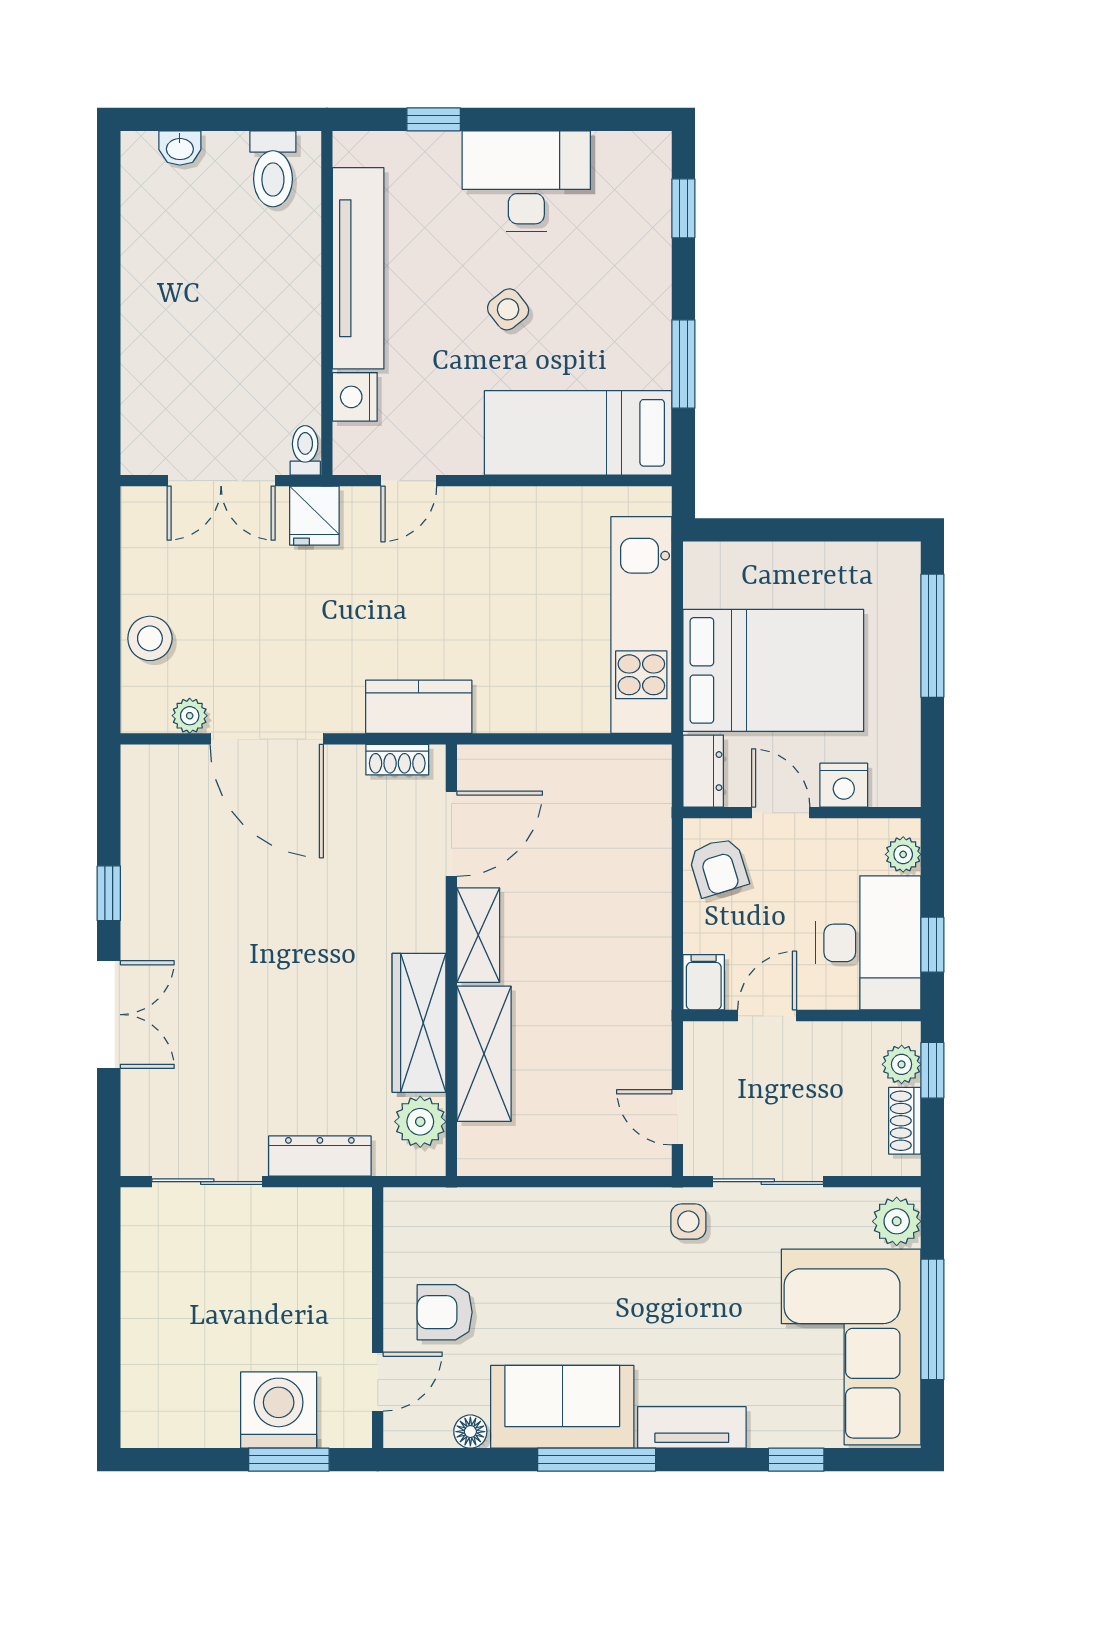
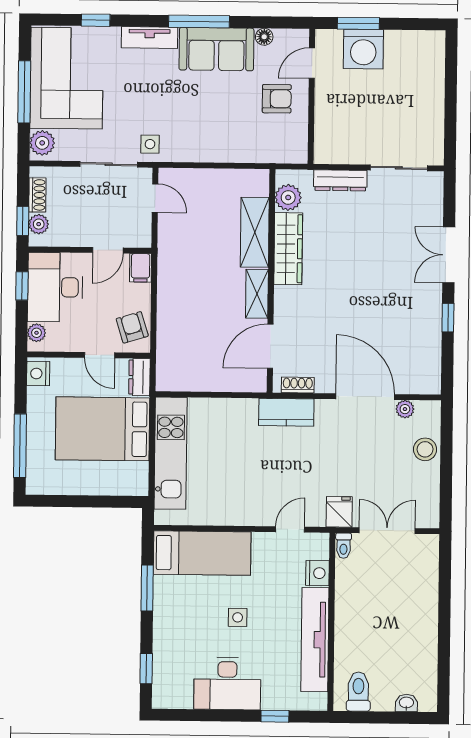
side table: (508, 309) -> (238, 617), turned 38
nightstand: (844, 785) -> (38, 374), moved, turned -90

